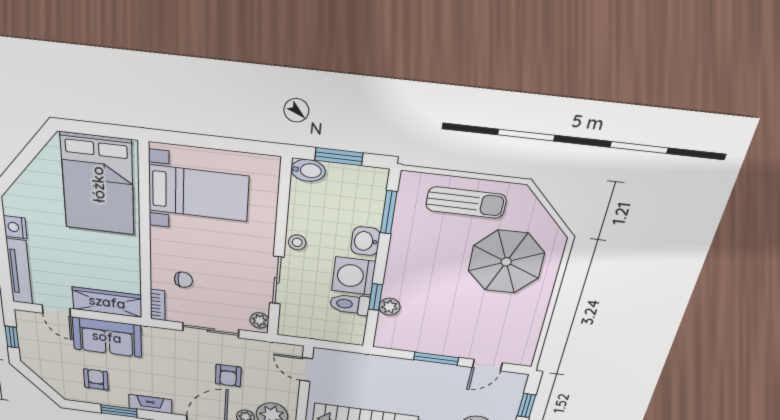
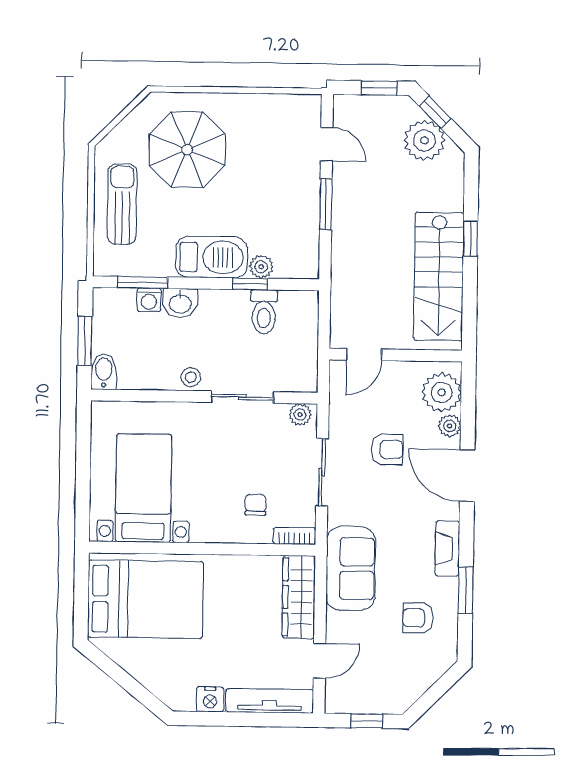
barbecue: (404, 270) -> (212, 257), added
washing machine: (354, 276) -> (149, 300), moved, width x0.53, depth x0.53
sofa: (107, 337) -> (351, 568), moved

